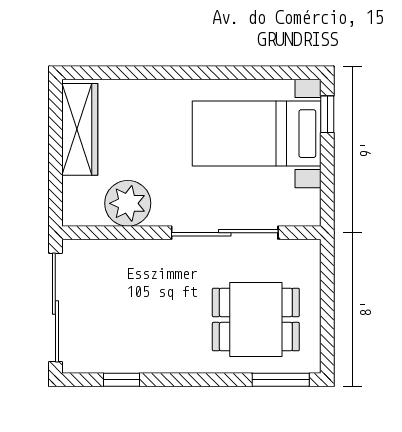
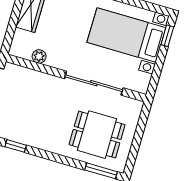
plant: (128, 203) -> (39, 56), width x0.53, depth x0.53

